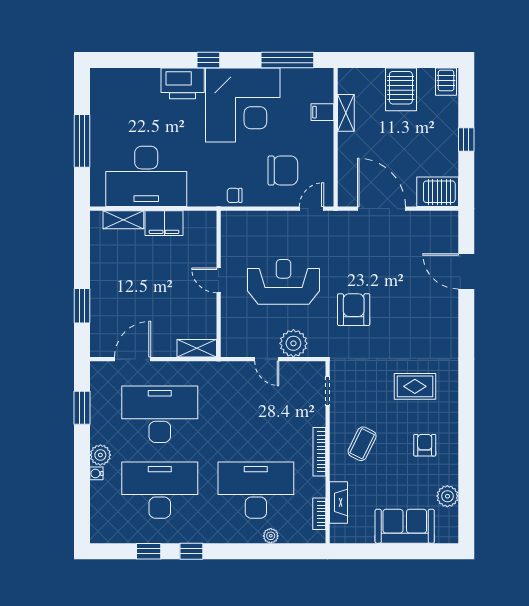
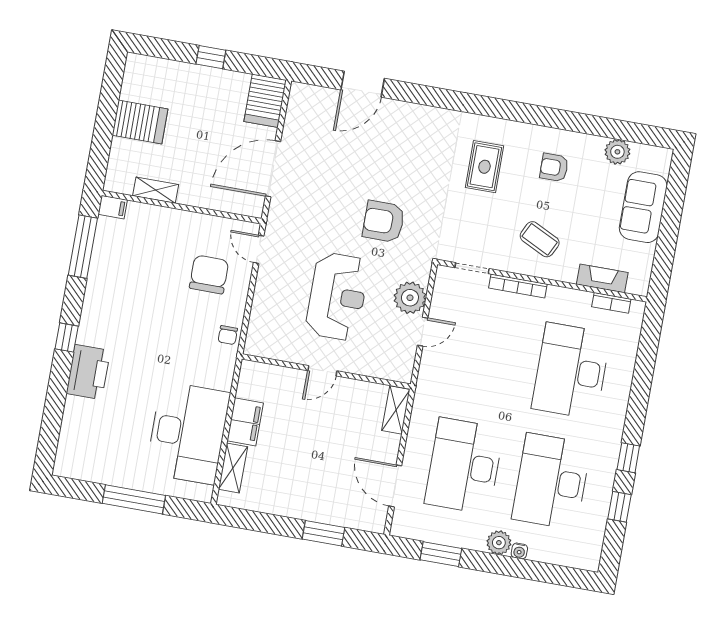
server rack: (446, 82) -> (140, 69), removed
corner desk: (243, 105) -> (126, 307), removed
filing cabinet: (322, 112) -> (113, 207), moved, turned -90
reception desk: (283, 282) -> (337, 297), turned 180
bookcase: (319, 452) -> (518, 286), moved
plant: (271, 536) -> (627, 363), removed

